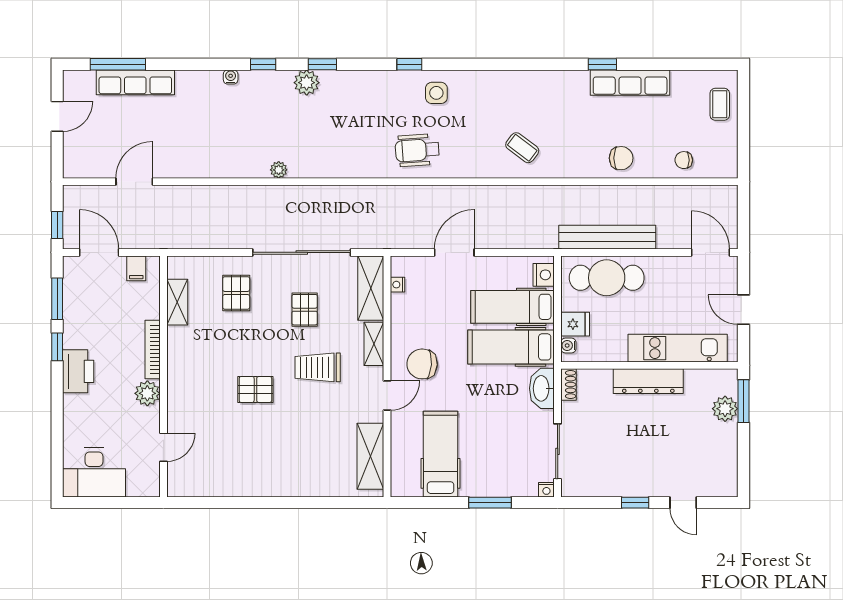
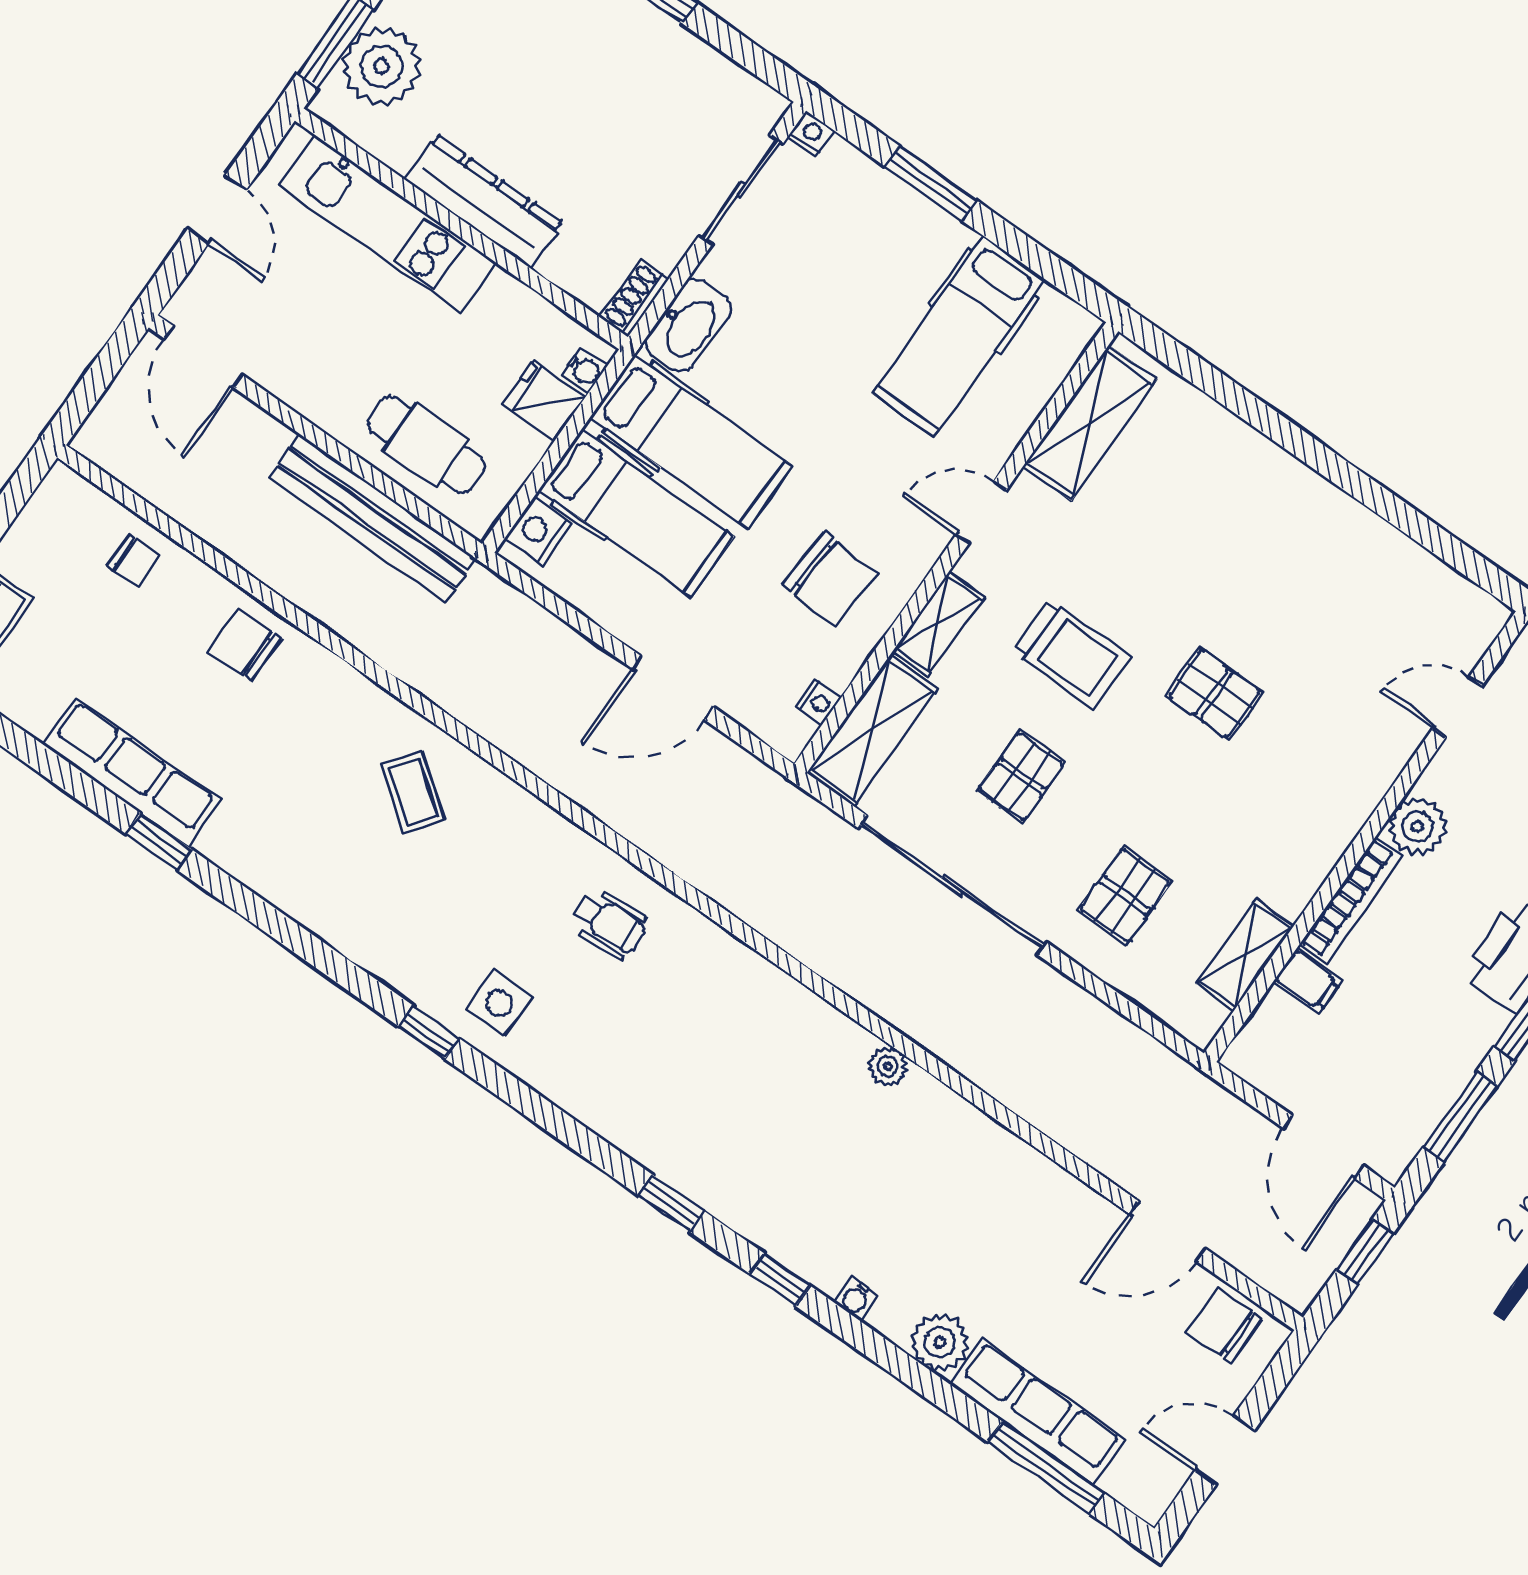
window: (409, 64) -> (429, 1032), moved
plant: (307, 83) -> (940, 1342), moved
wheelchair: (417, 150) -> (609, 923), width x0.73, depth x0.73
chair: (89, 162) -> (1224, 1325), added
filing cabinet: (136, 268) -> (1308, 981), moved, turned 90
cafe table: (607, 278) -> (426, 445), width x0.73, depth x0.74
chair: (422, 364) -> (829, 579), moved
plant: (725, 409) -> (381, 66), width x1.36, depth x1.36

